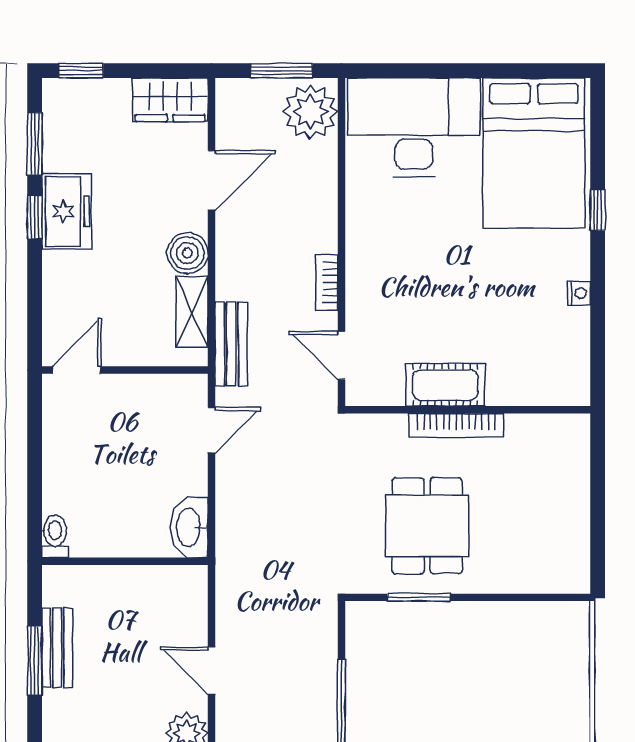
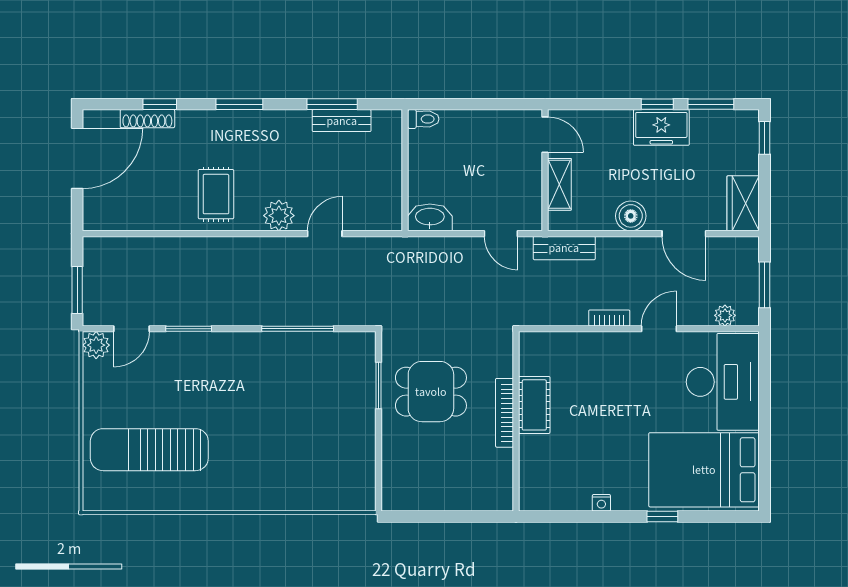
plant: (310, 112) -> (725, 315), width x0.53, depth x0.53
shelving: (192, 312) -> (559, 184), moved, turned 90
door: (341, 355) -> (659, 329), moved

